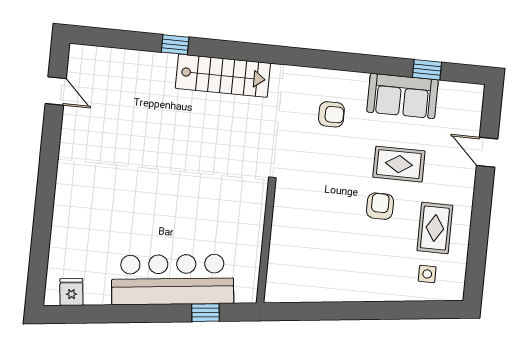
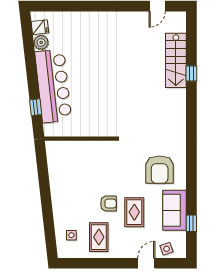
stairs: (223, 76) -> (176, 60), moved
armchair: (331, 114) -> (160, 170), width x1.88, depth x1.88
side table: (466, 116) -> (167, 249), added
rug: (435, 228) -> (99, 237), turned 90
plant: (97, 292) -> (41, 42), added

